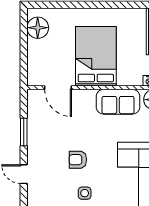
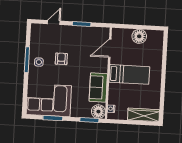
floor lamp: (38, 28) -> (139, 36), moved
bed: (96, 56) -> (129, 74), width x0.67

